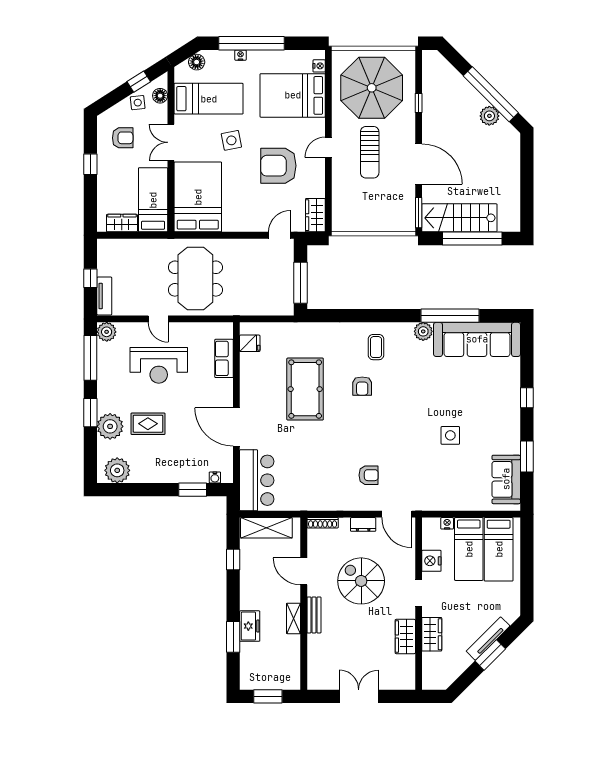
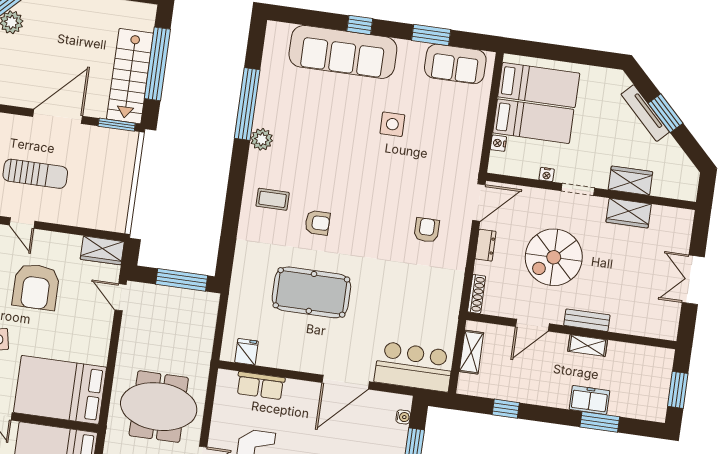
sofa: (477, 339) -> (343, 52), moved, turned 90
shelving: (266, 528) -> (471, 352), width x0.67, depth x0.75
nightstand: (431, 561) -> (547, 174), width x0.53, depth x0.56

